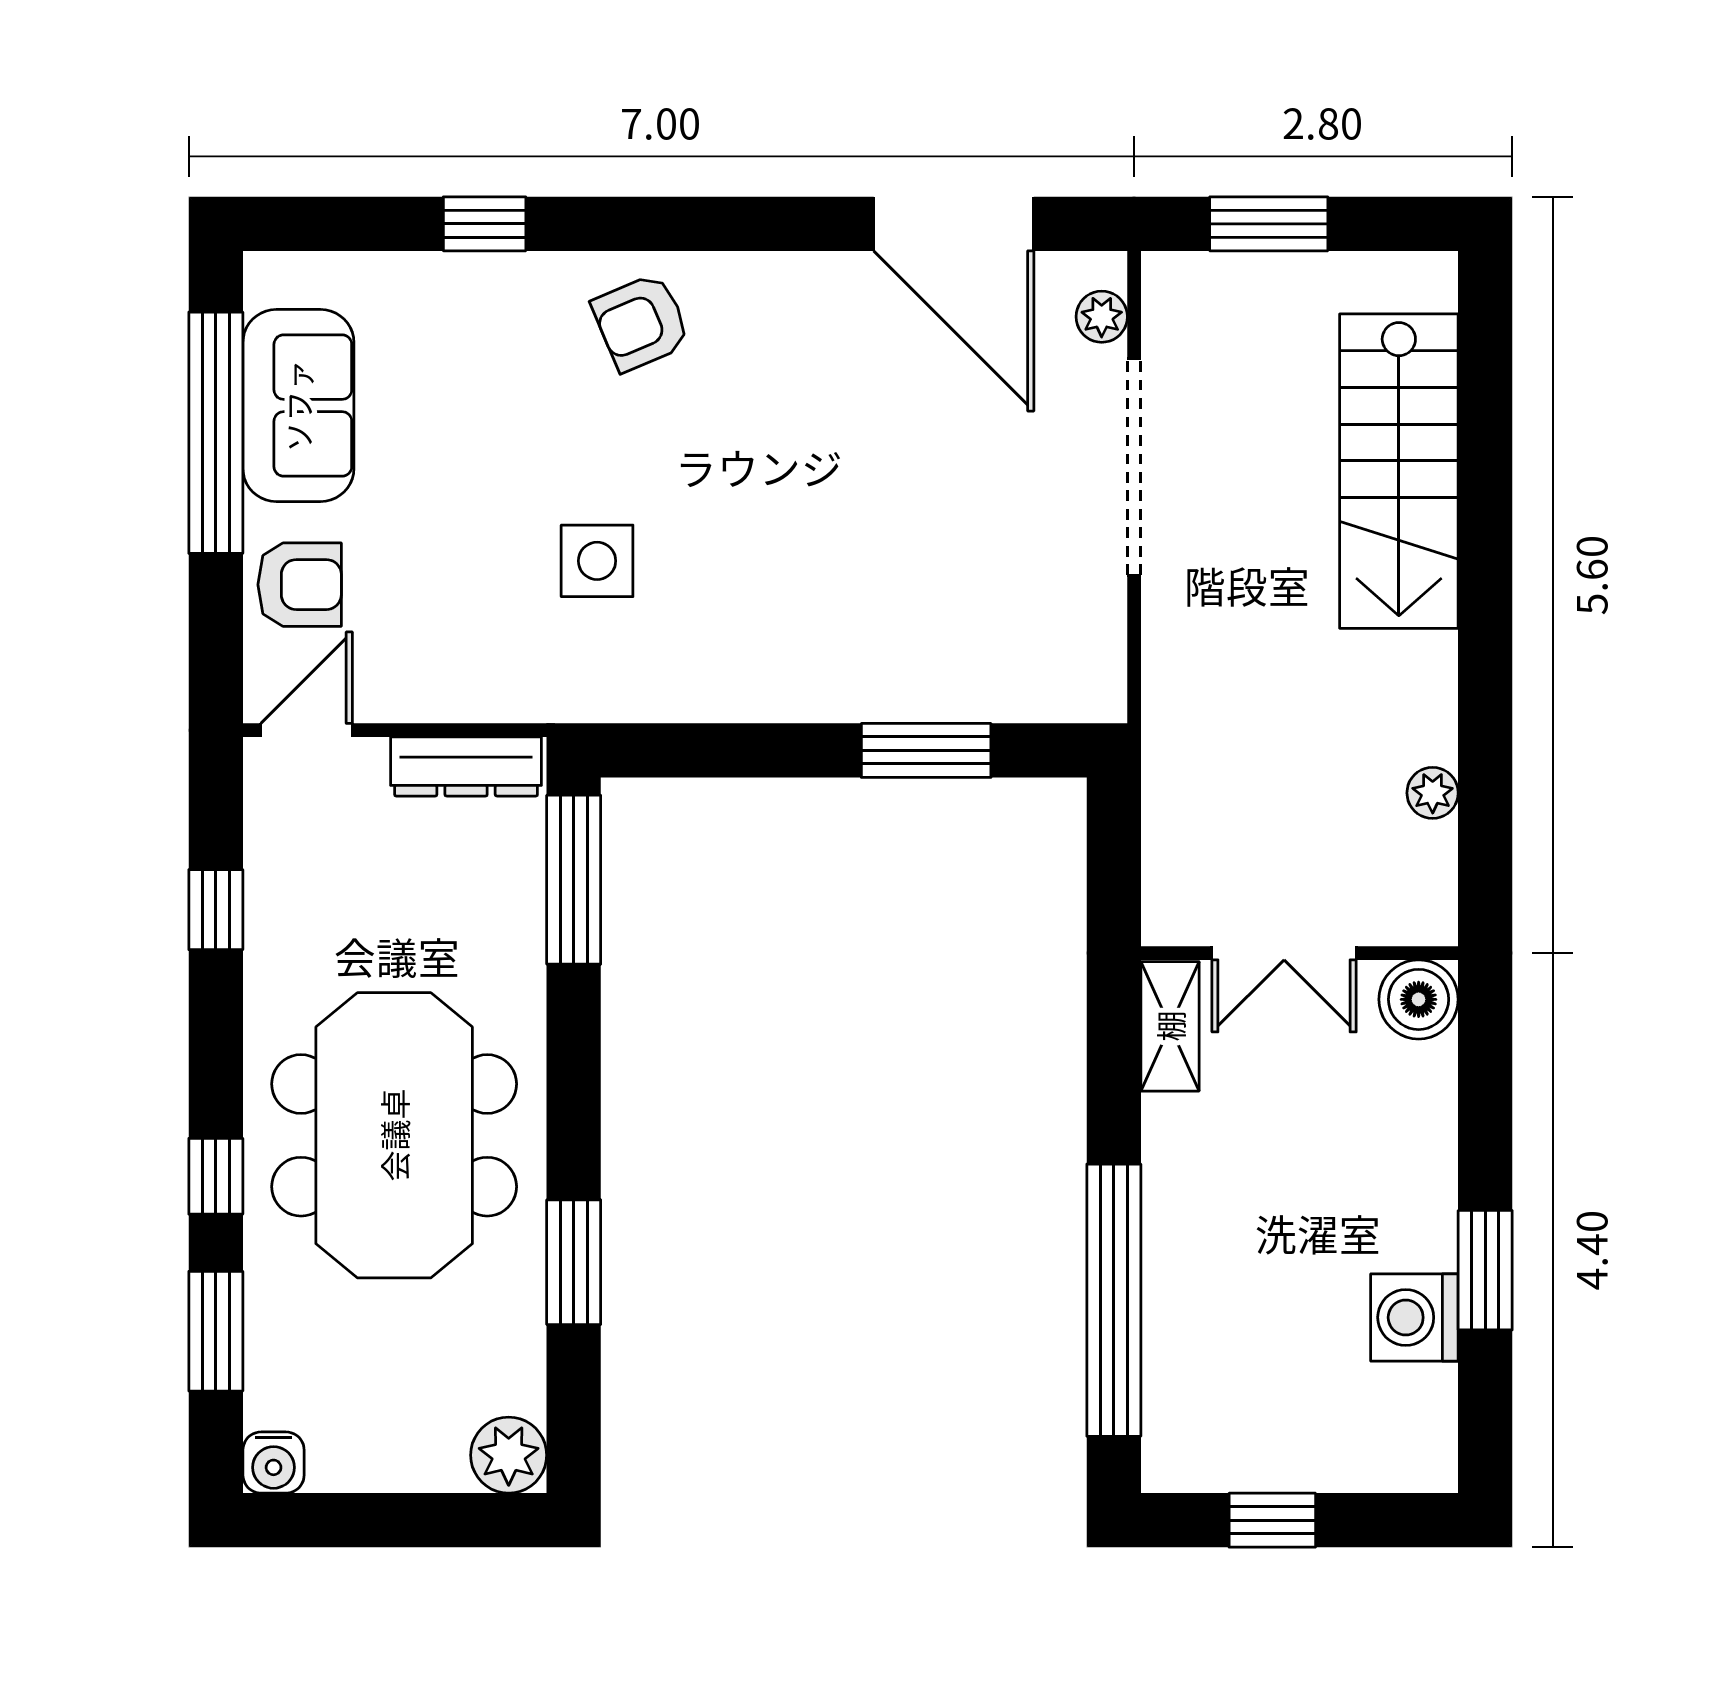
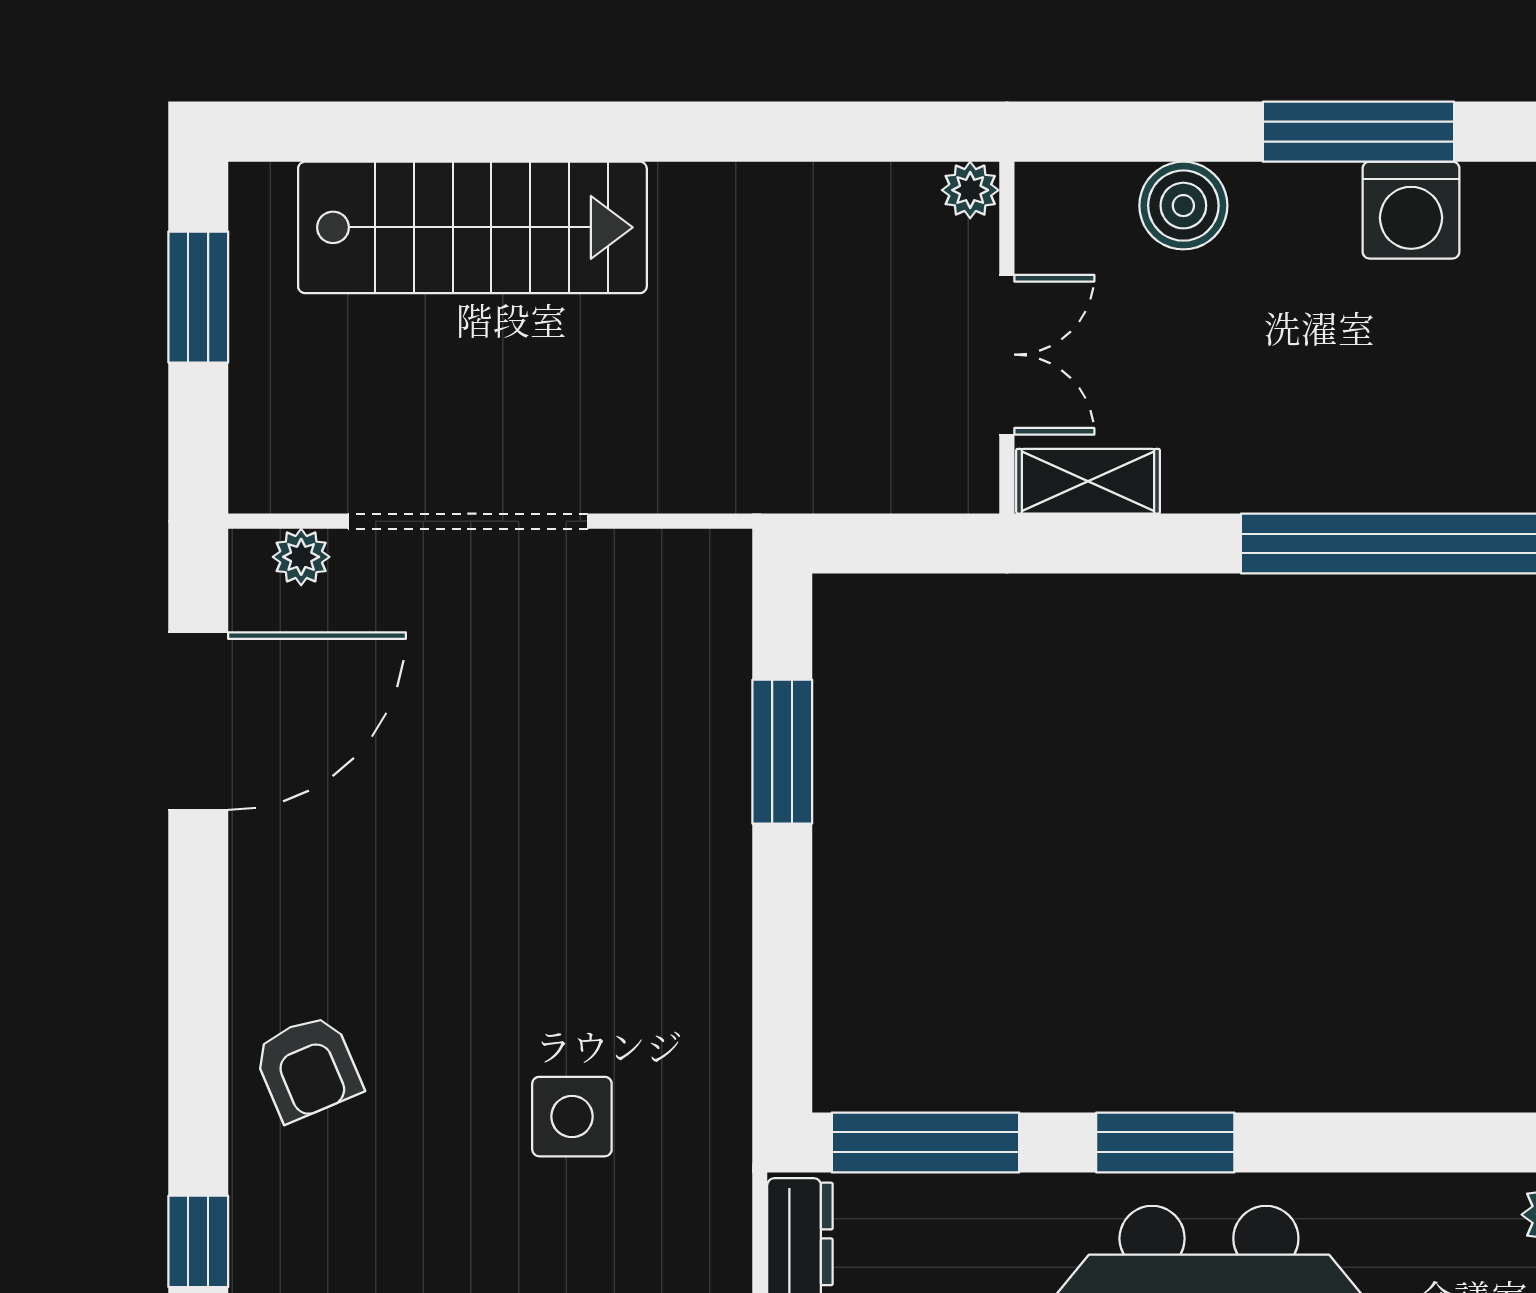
window: (1269, 224) -> (198, 297), moved
plant: (1433, 793) -> (970, 190), moved
boiler: (1419, 999) -> (1183, 206), moved
window: (574, 1262) -> (1165, 1142), moved
window: (1485, 1270) -> (1358, 132), width x1.44

